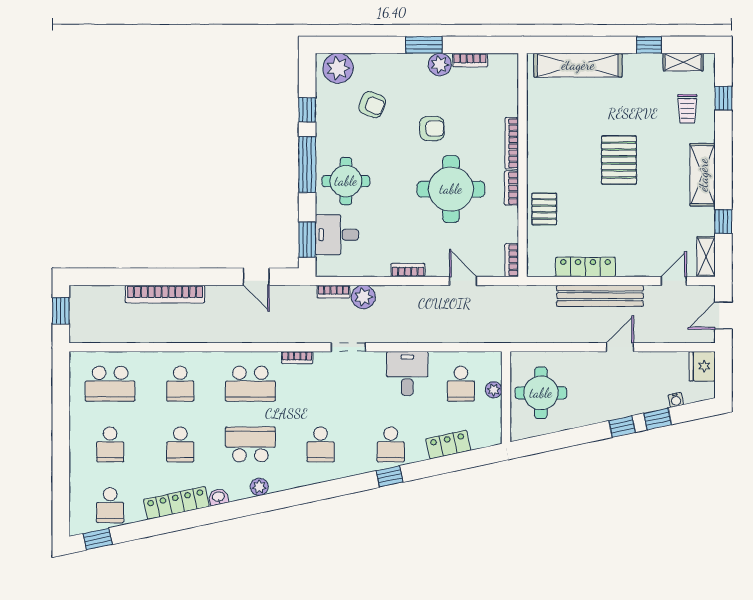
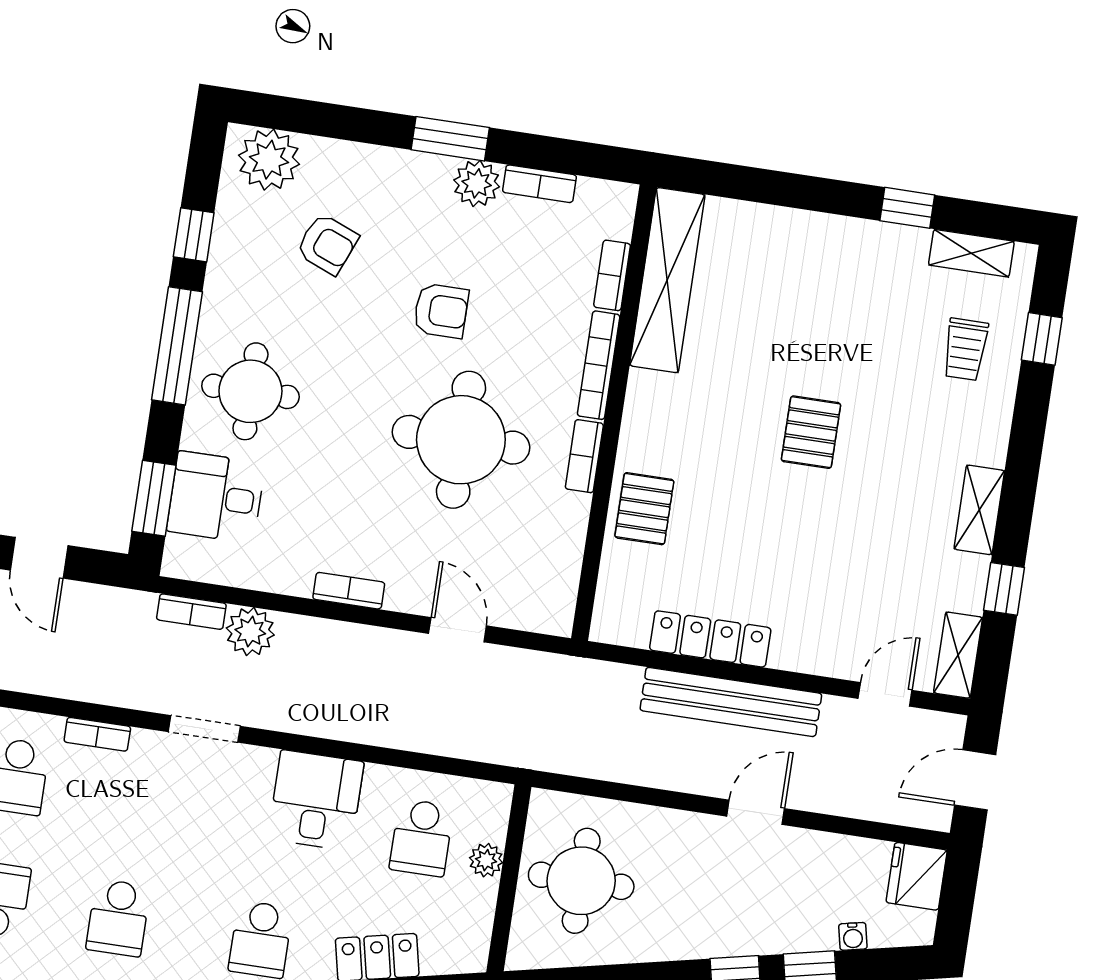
shelving: (578, 65) -> (667, 280), moved, turned 90
pallet: (619, 160) -> (811, 432), width x0.67, depth x0.71
shelving: (703, 175) -> (979, 510), width x0.67, depth x0.75
bookcase: (512, 260) -> (612, 275), moved

